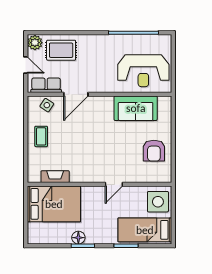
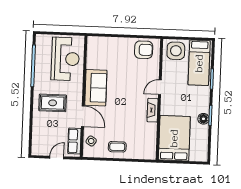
plant: (35, 43) -> (38, 149), removed
rug: (61, 50) -> (53, 103), moved, turned 90
sofa: (136, 108) -> (96, 88), moved
armchair: (154, 151) -> (144, 50), moved
fireplace: (55, 177) -> (153, 110), moved
door: (114, 184) -> (160, 87), swing flipped

